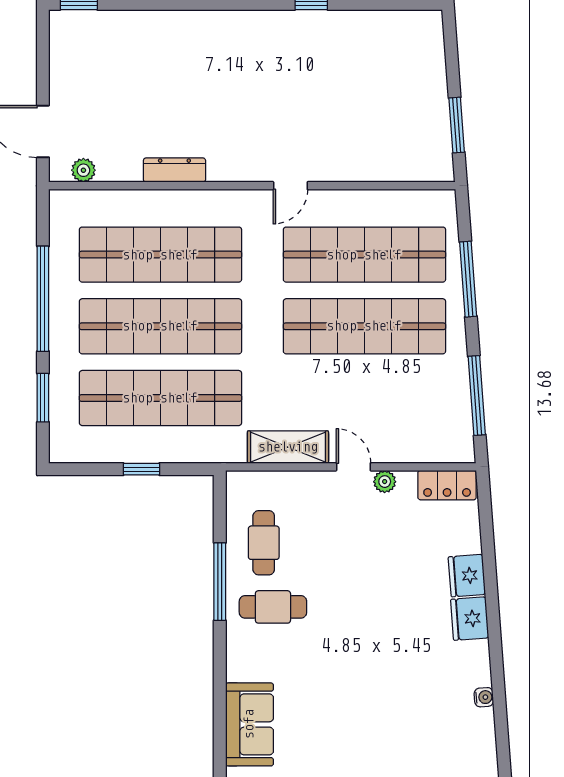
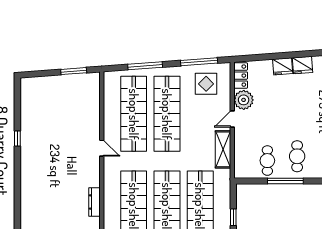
display table: (429, 411) -> (206, 84), added
plant: (385, 482) -> (244, 100), width x1.87, depth x1.87
cafe table: (264, 543) -> (267, 161), turned 90

